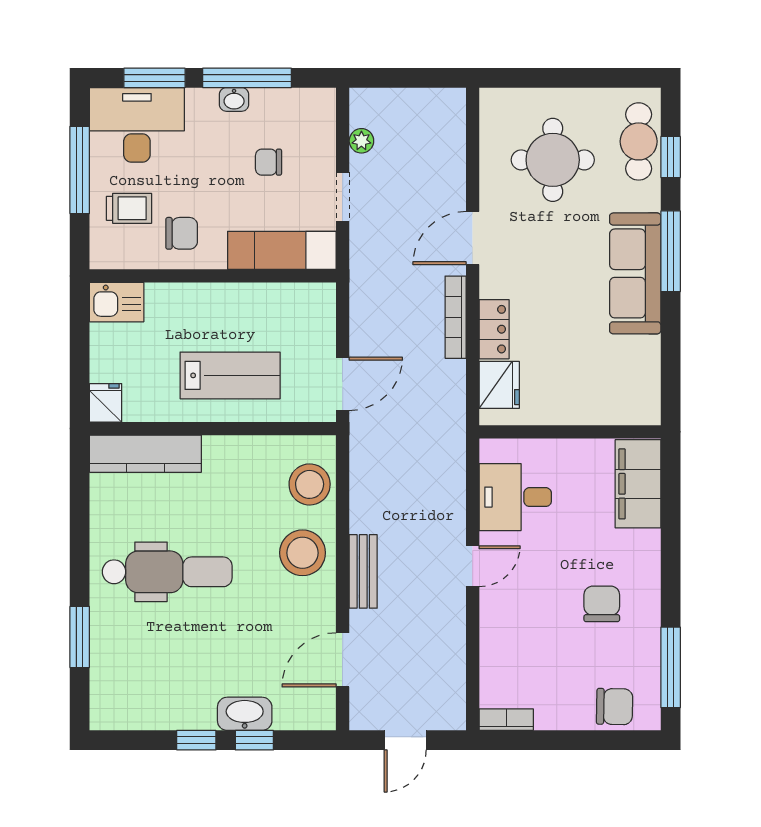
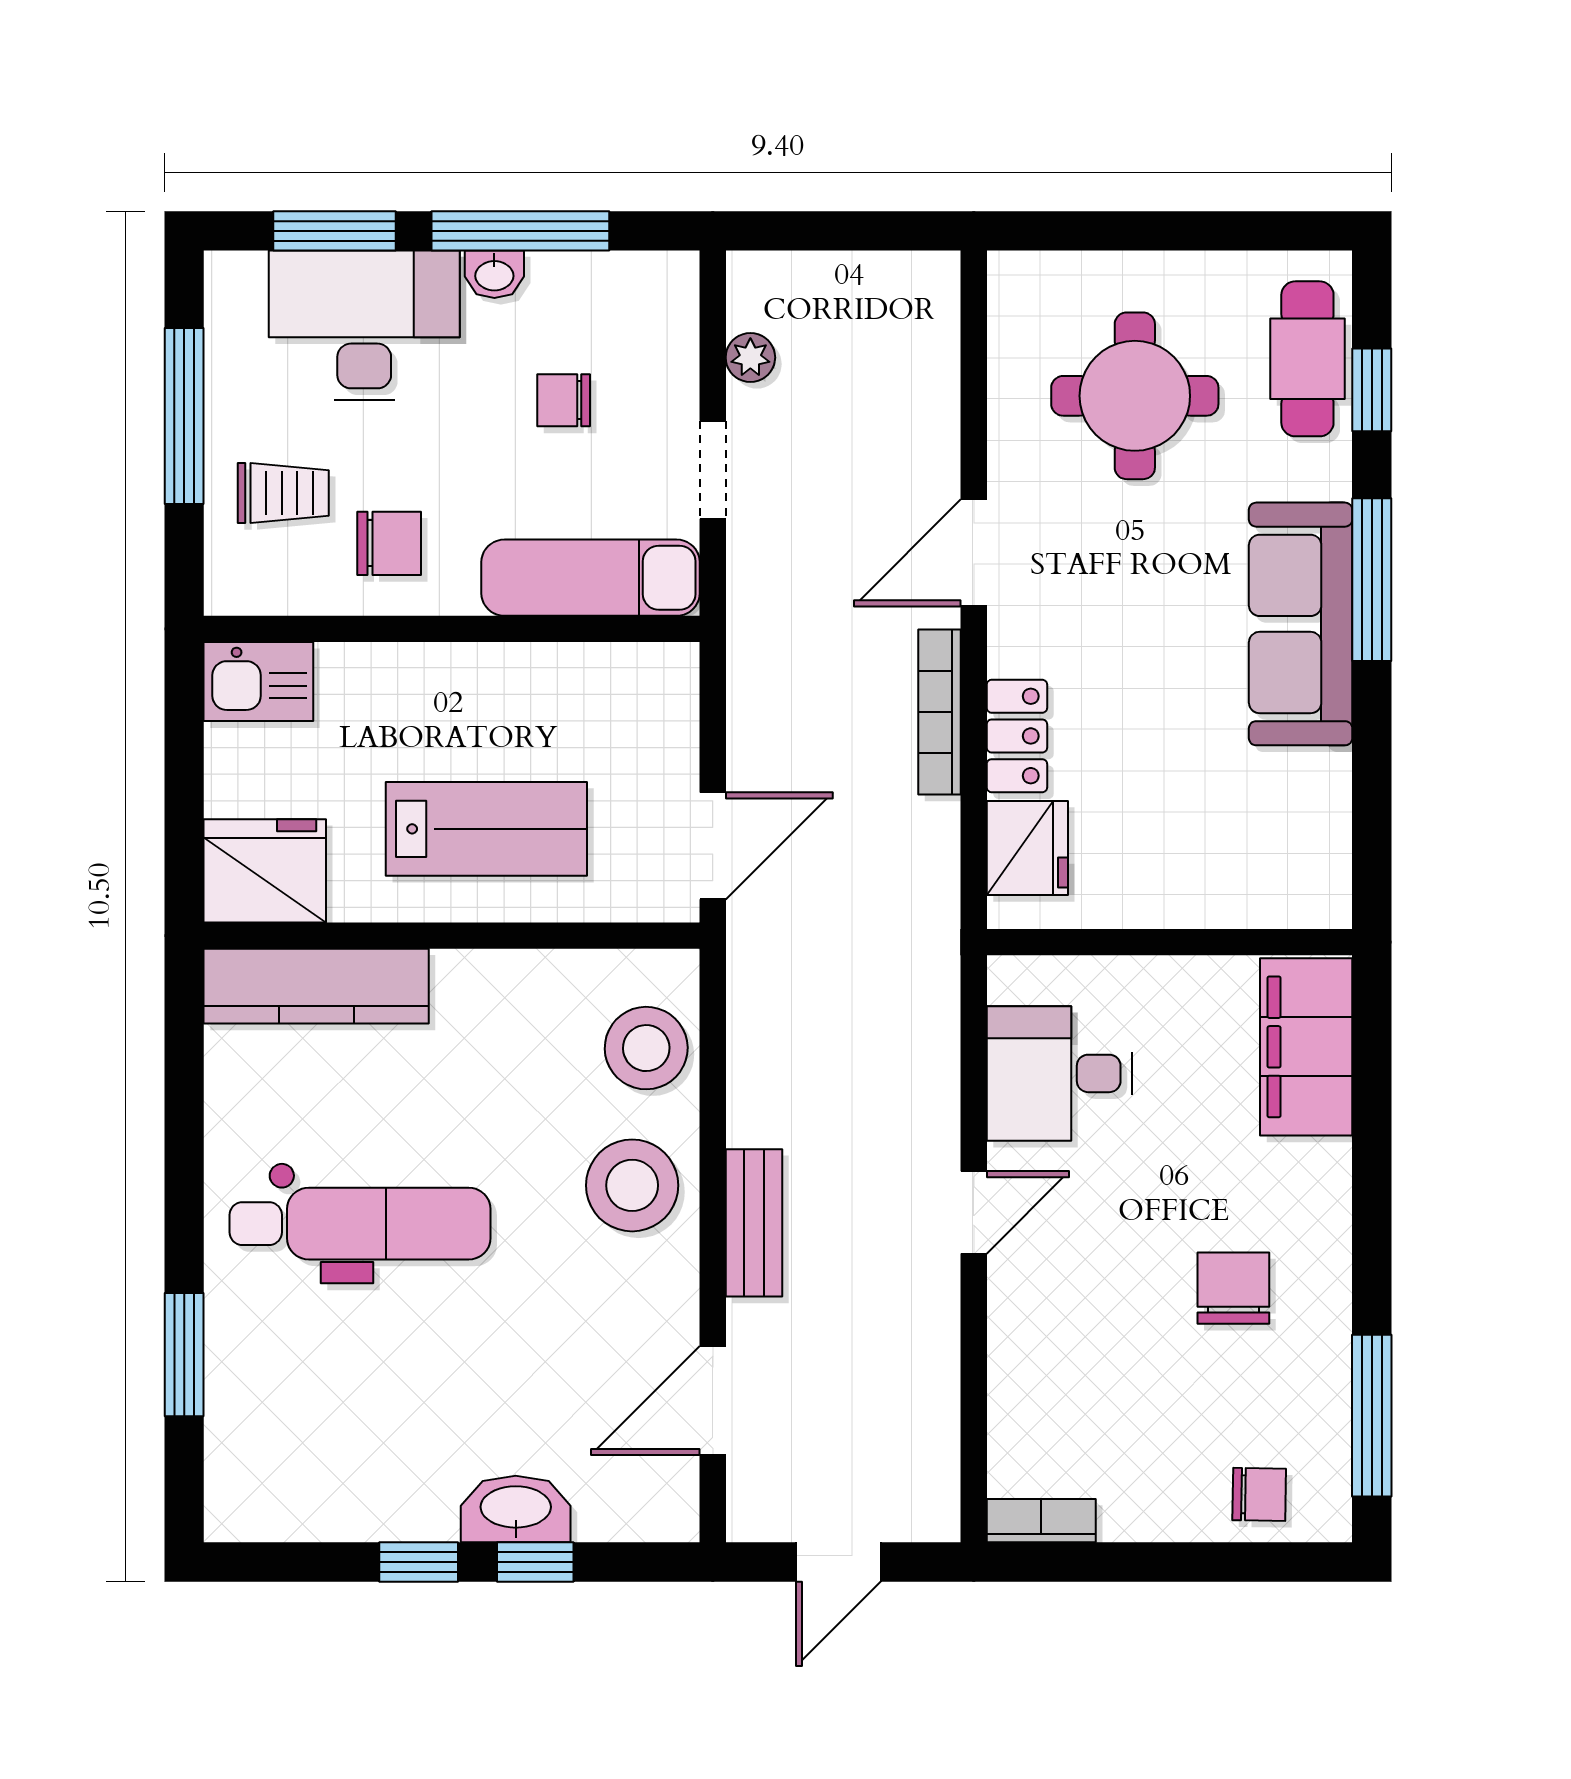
desk: (137, 125) -> (364, 325), moved
fridge: (106, 403) -> (265, 871), width x1.88, depth x1.34
chair: (615, 707) -> (1259, 1494), width x0.73, depth x0.73

